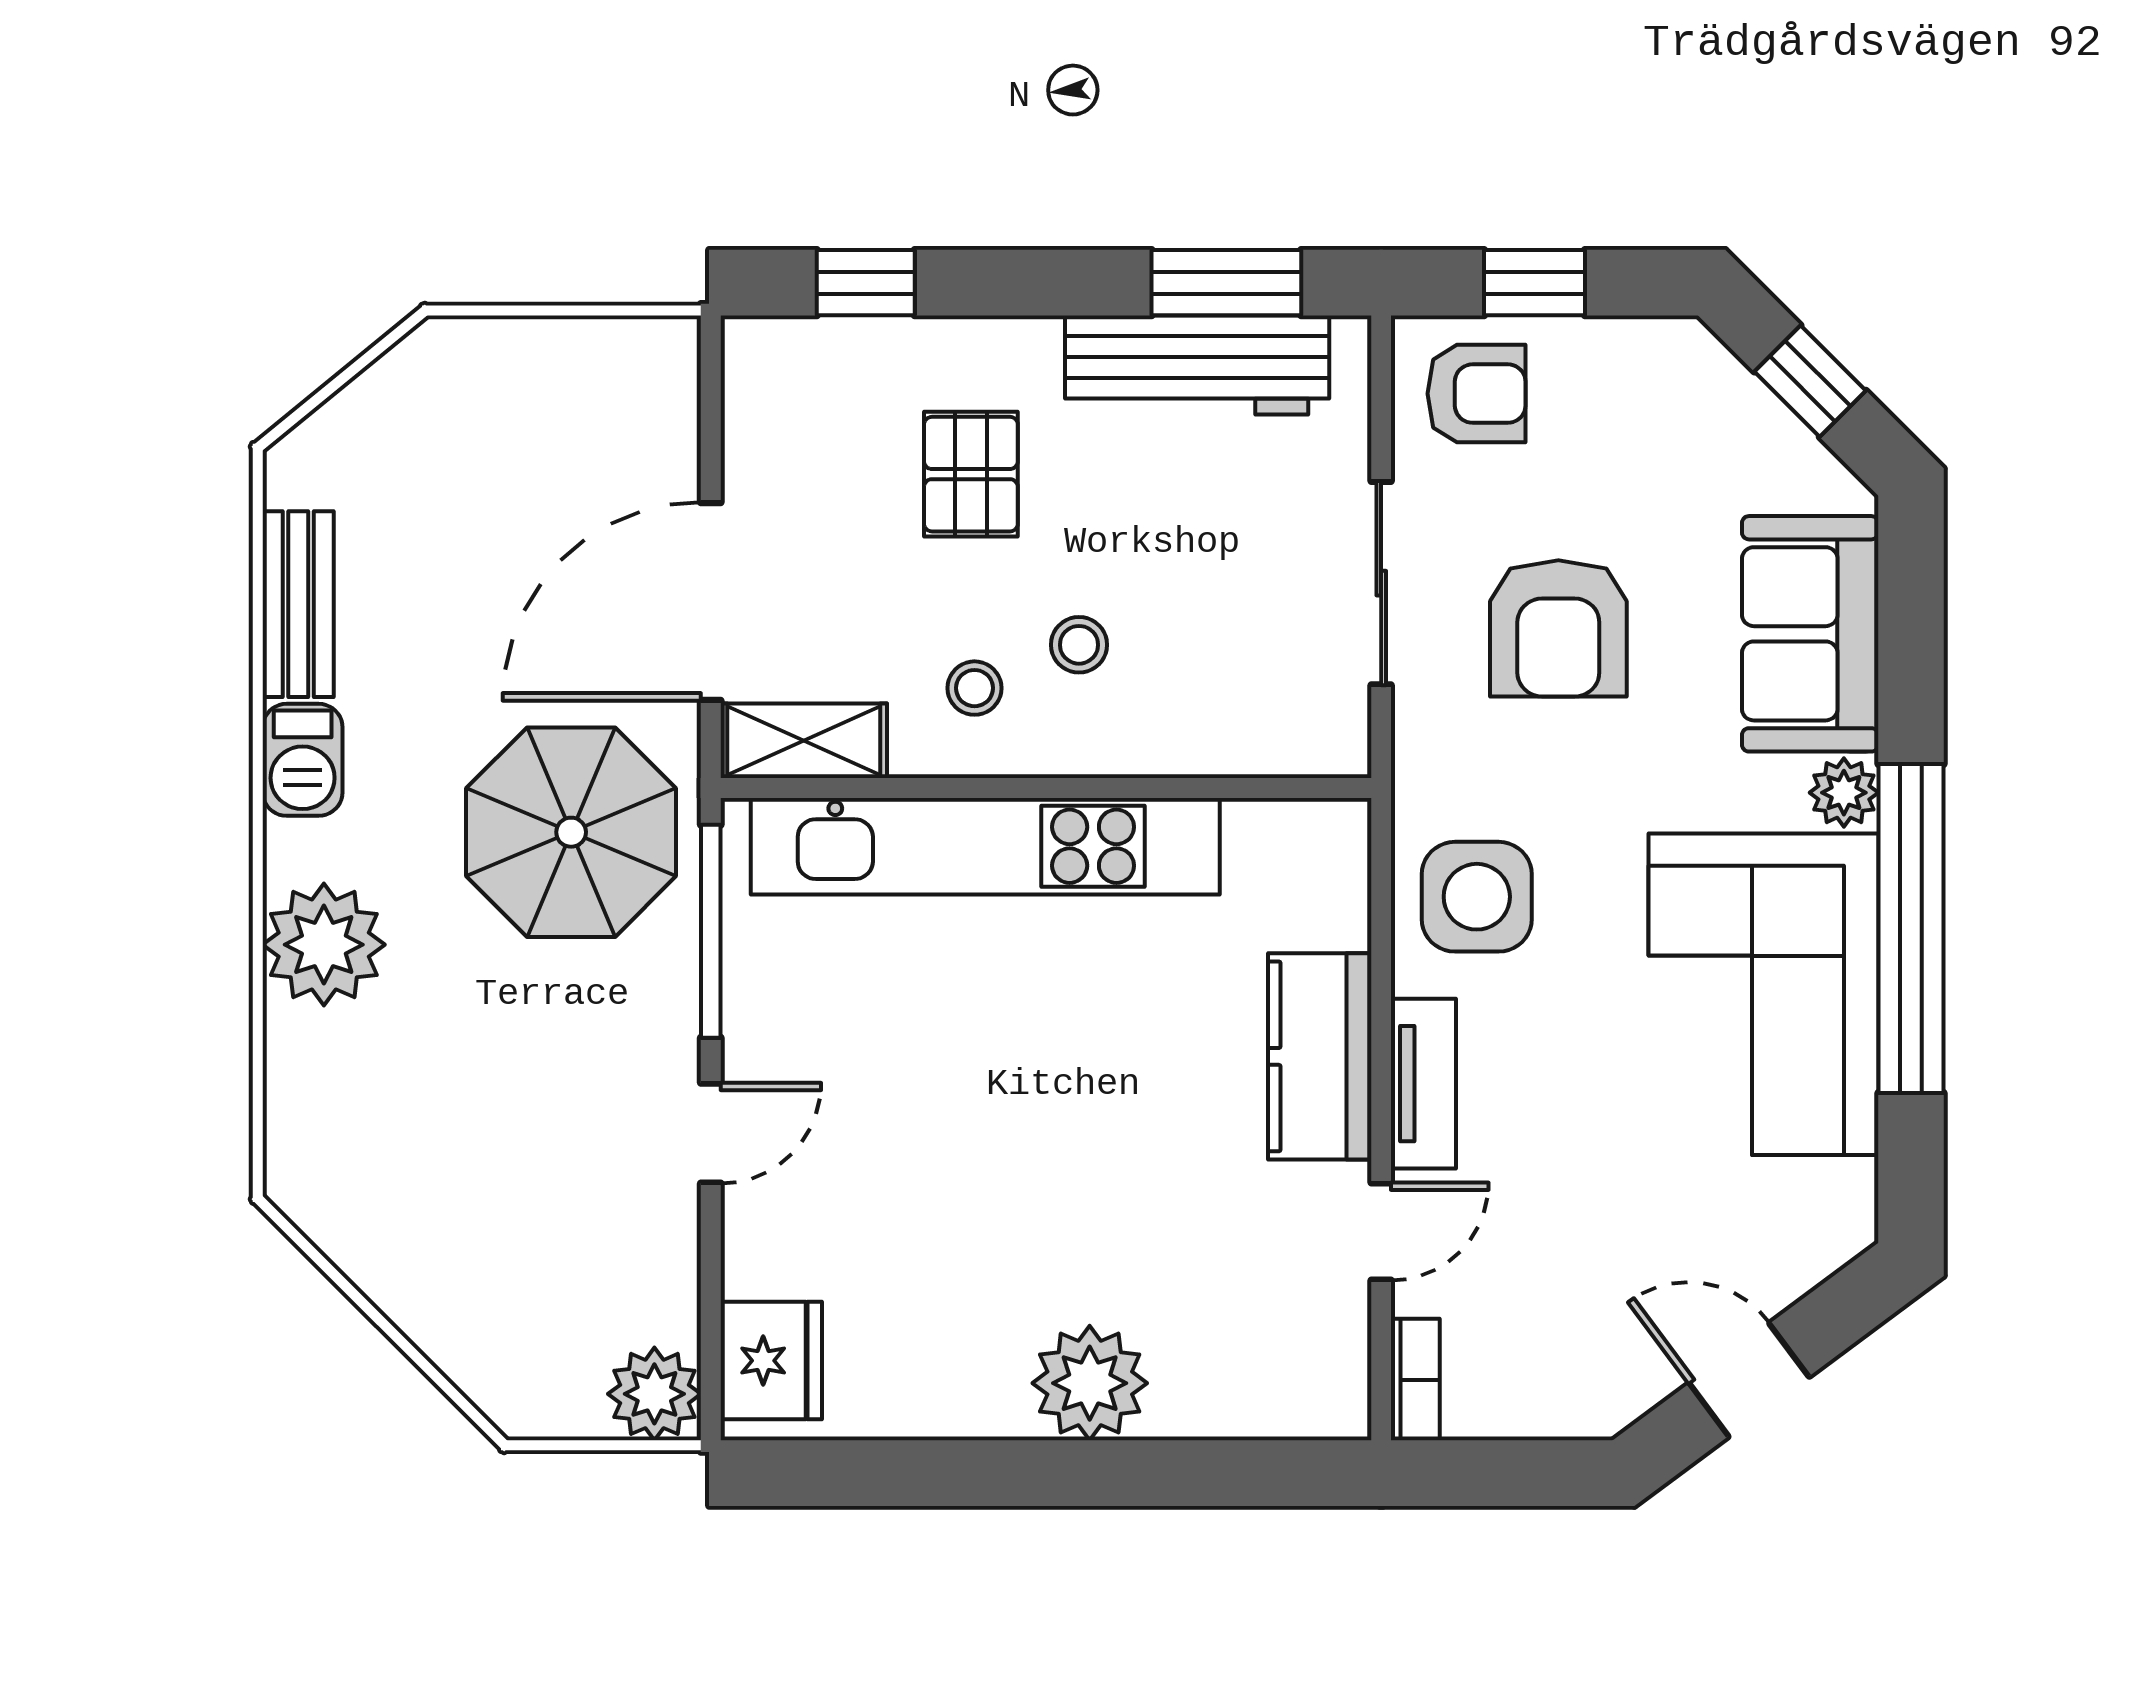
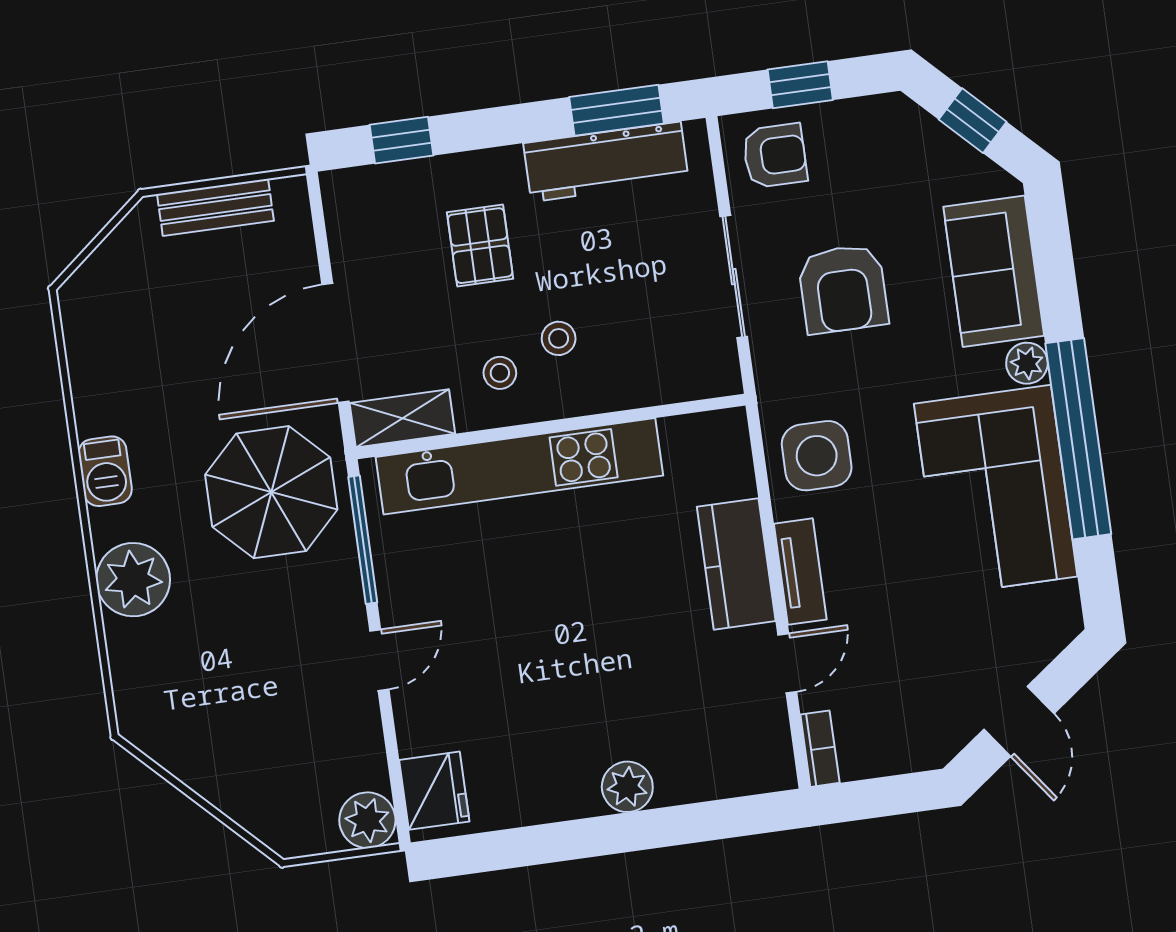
bench: (298, 604) -> (215, 207), moved, turned 90
door: (1749, 1380) -> (1019, 721), swing flipped
plant: (1090, 1383) -> (627, 787), width x0.73, depth x0.73

